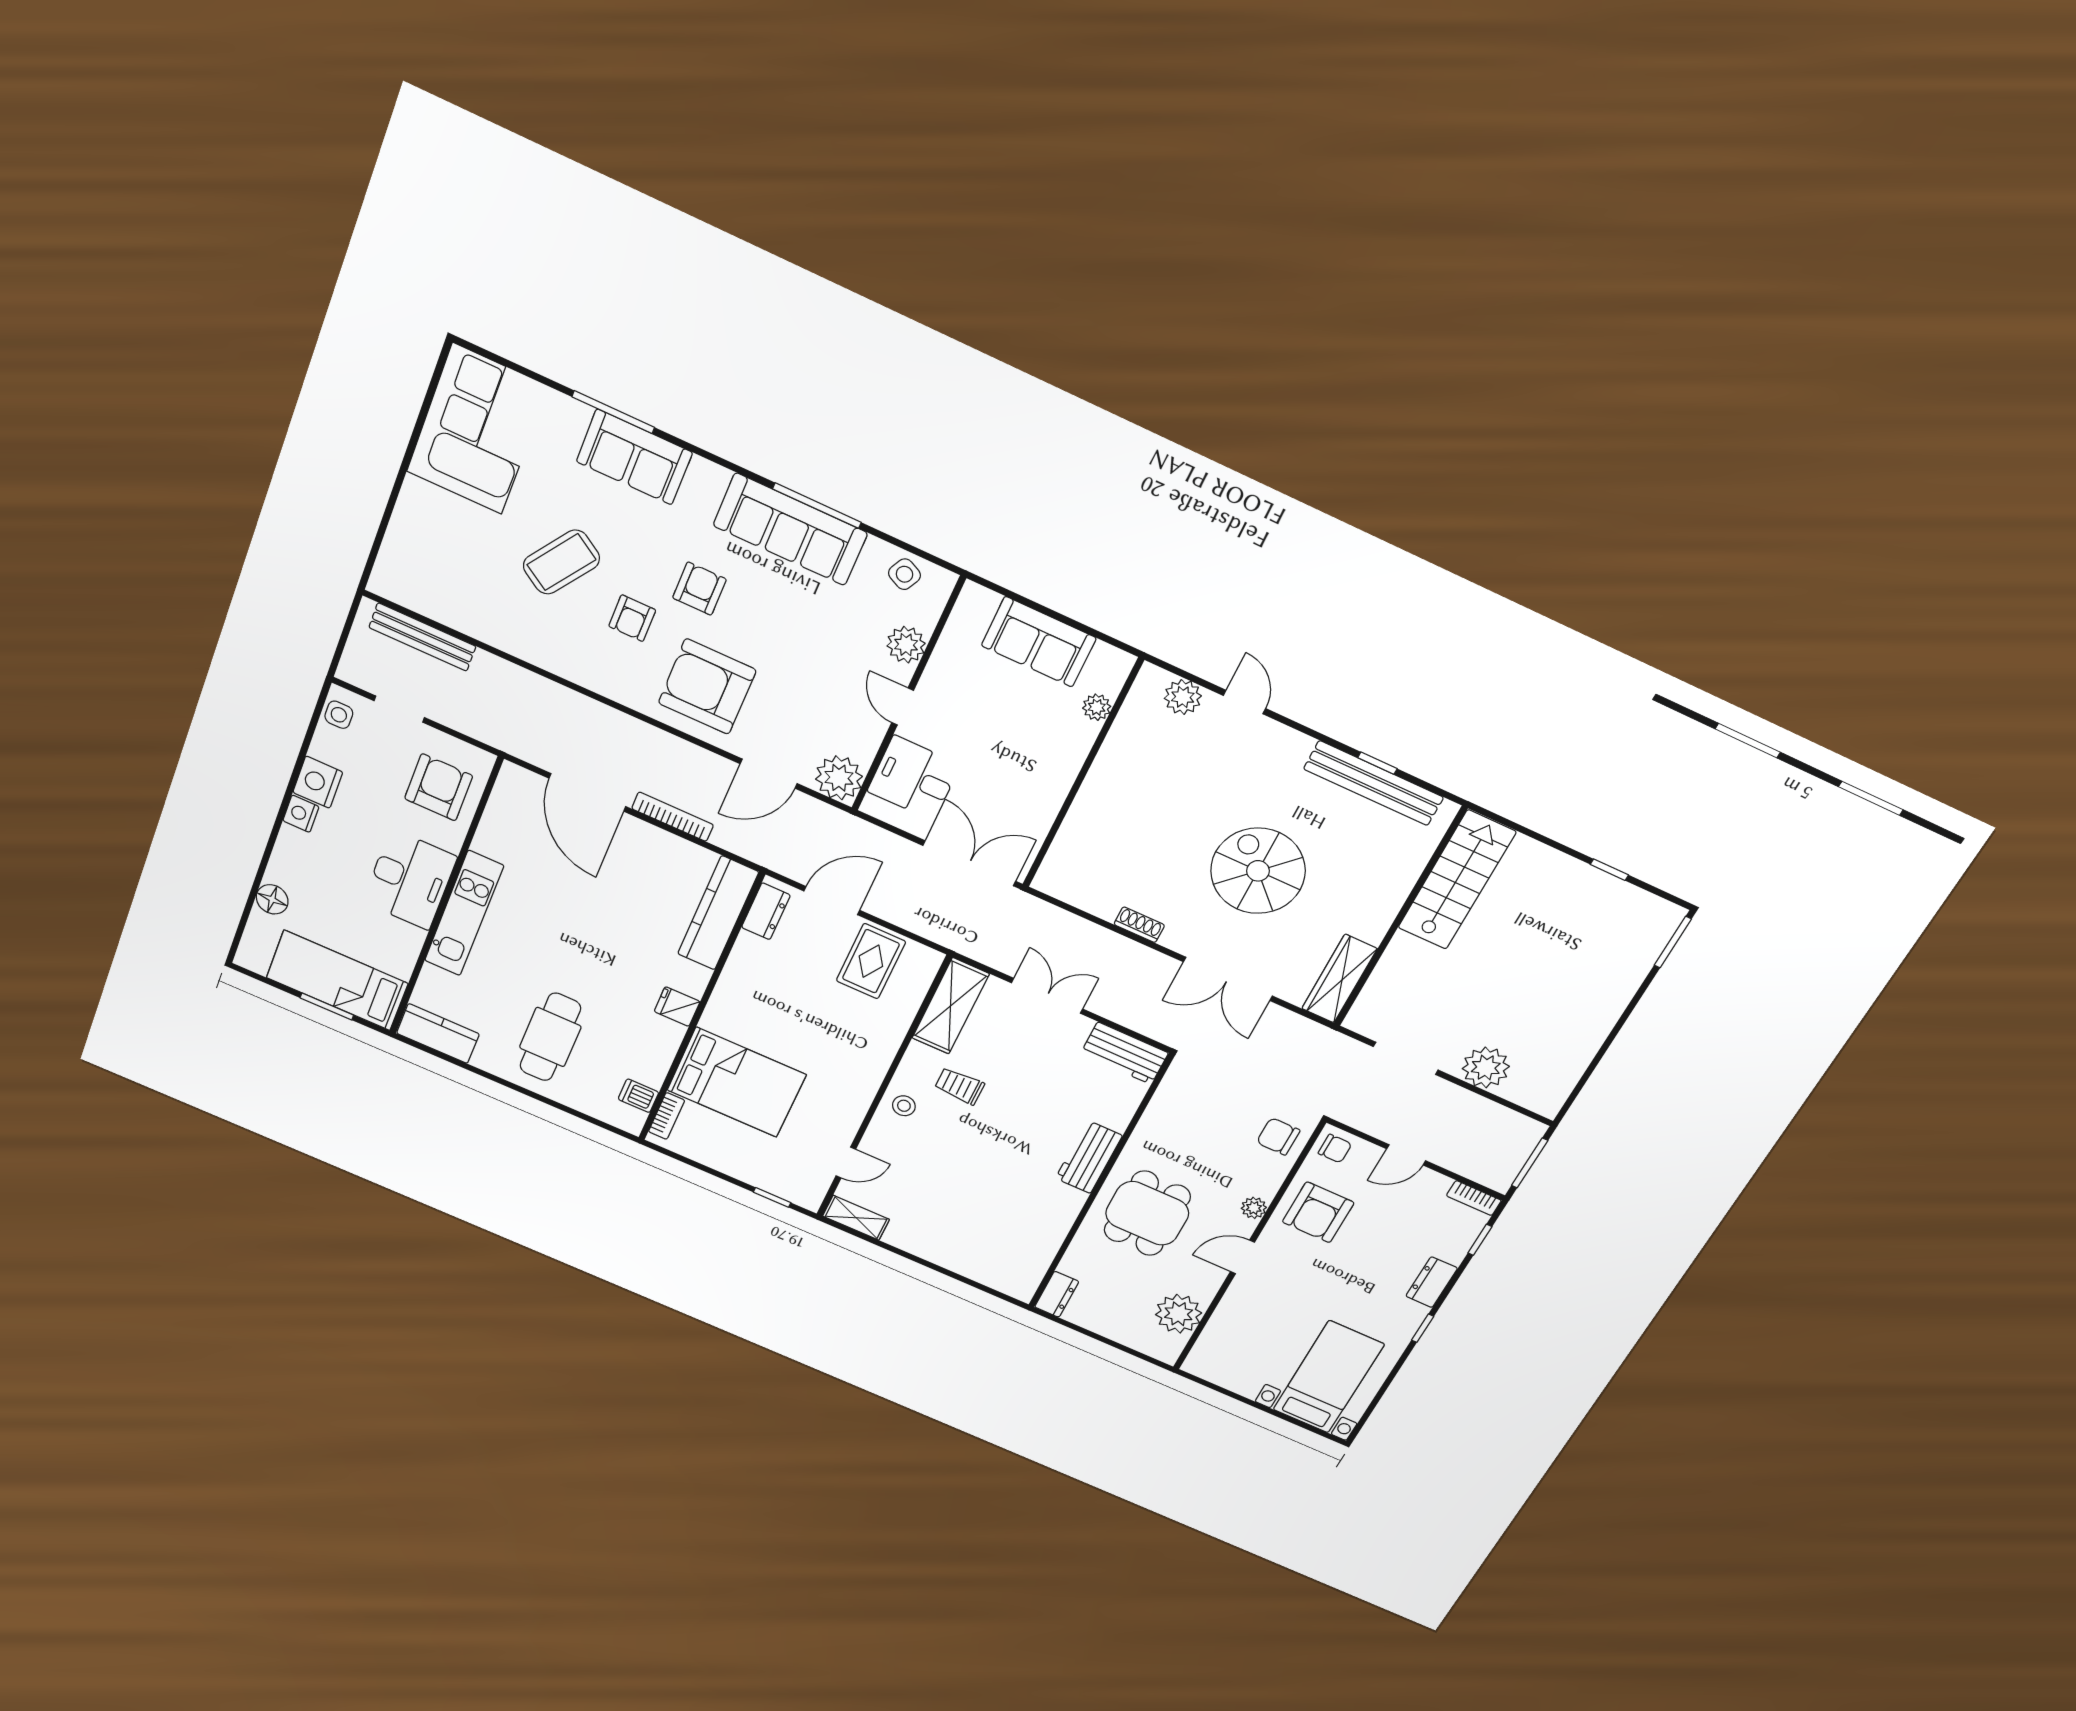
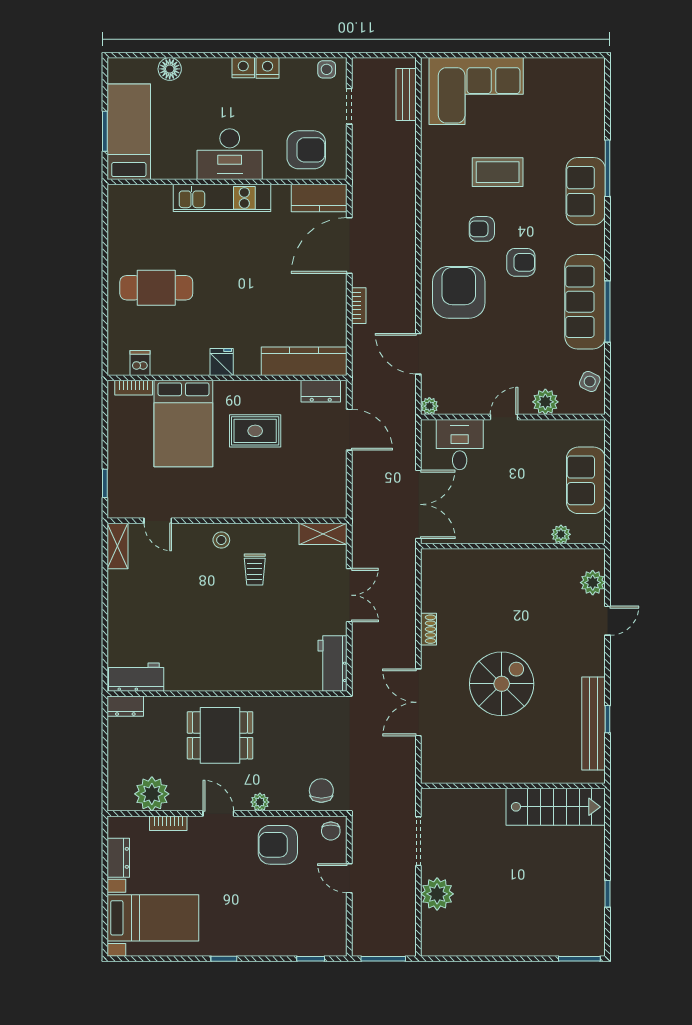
corner sofa: (477, 429) -> (476, 91), moved
coffee table: (561, 562) -> (498, 172), turned -34
bench: (422, 637) -> (406, 95), width x0.73
plant: (839, 778) -> (429, 406), width x0.53, depth x0.53
nightstand: (318, 782) -> (268, 68), width x0.74, depth x0.75
bookcase: (673, 817) -> (359, 306), width x0.64
rug: (871, 961) -> (255, 431), moved
wardrobe: (1339, 979) -> (453, 771), removed
shelving: (951, 1006) -> (323, 534), width x0.67, depth x0.75
kitchen counter: (438, 1034) -> (319, 198), moved, turned 90
trolley: (960, 1086) -> (255, 569), turned 180
workbench: (1089, 1157) -> (136, 677), moved
bookcase: (1474, 1198) -> (168, 823), moved, turned -90
dresser: (1432, 1282) -> (118, 858), moved, turned 90

